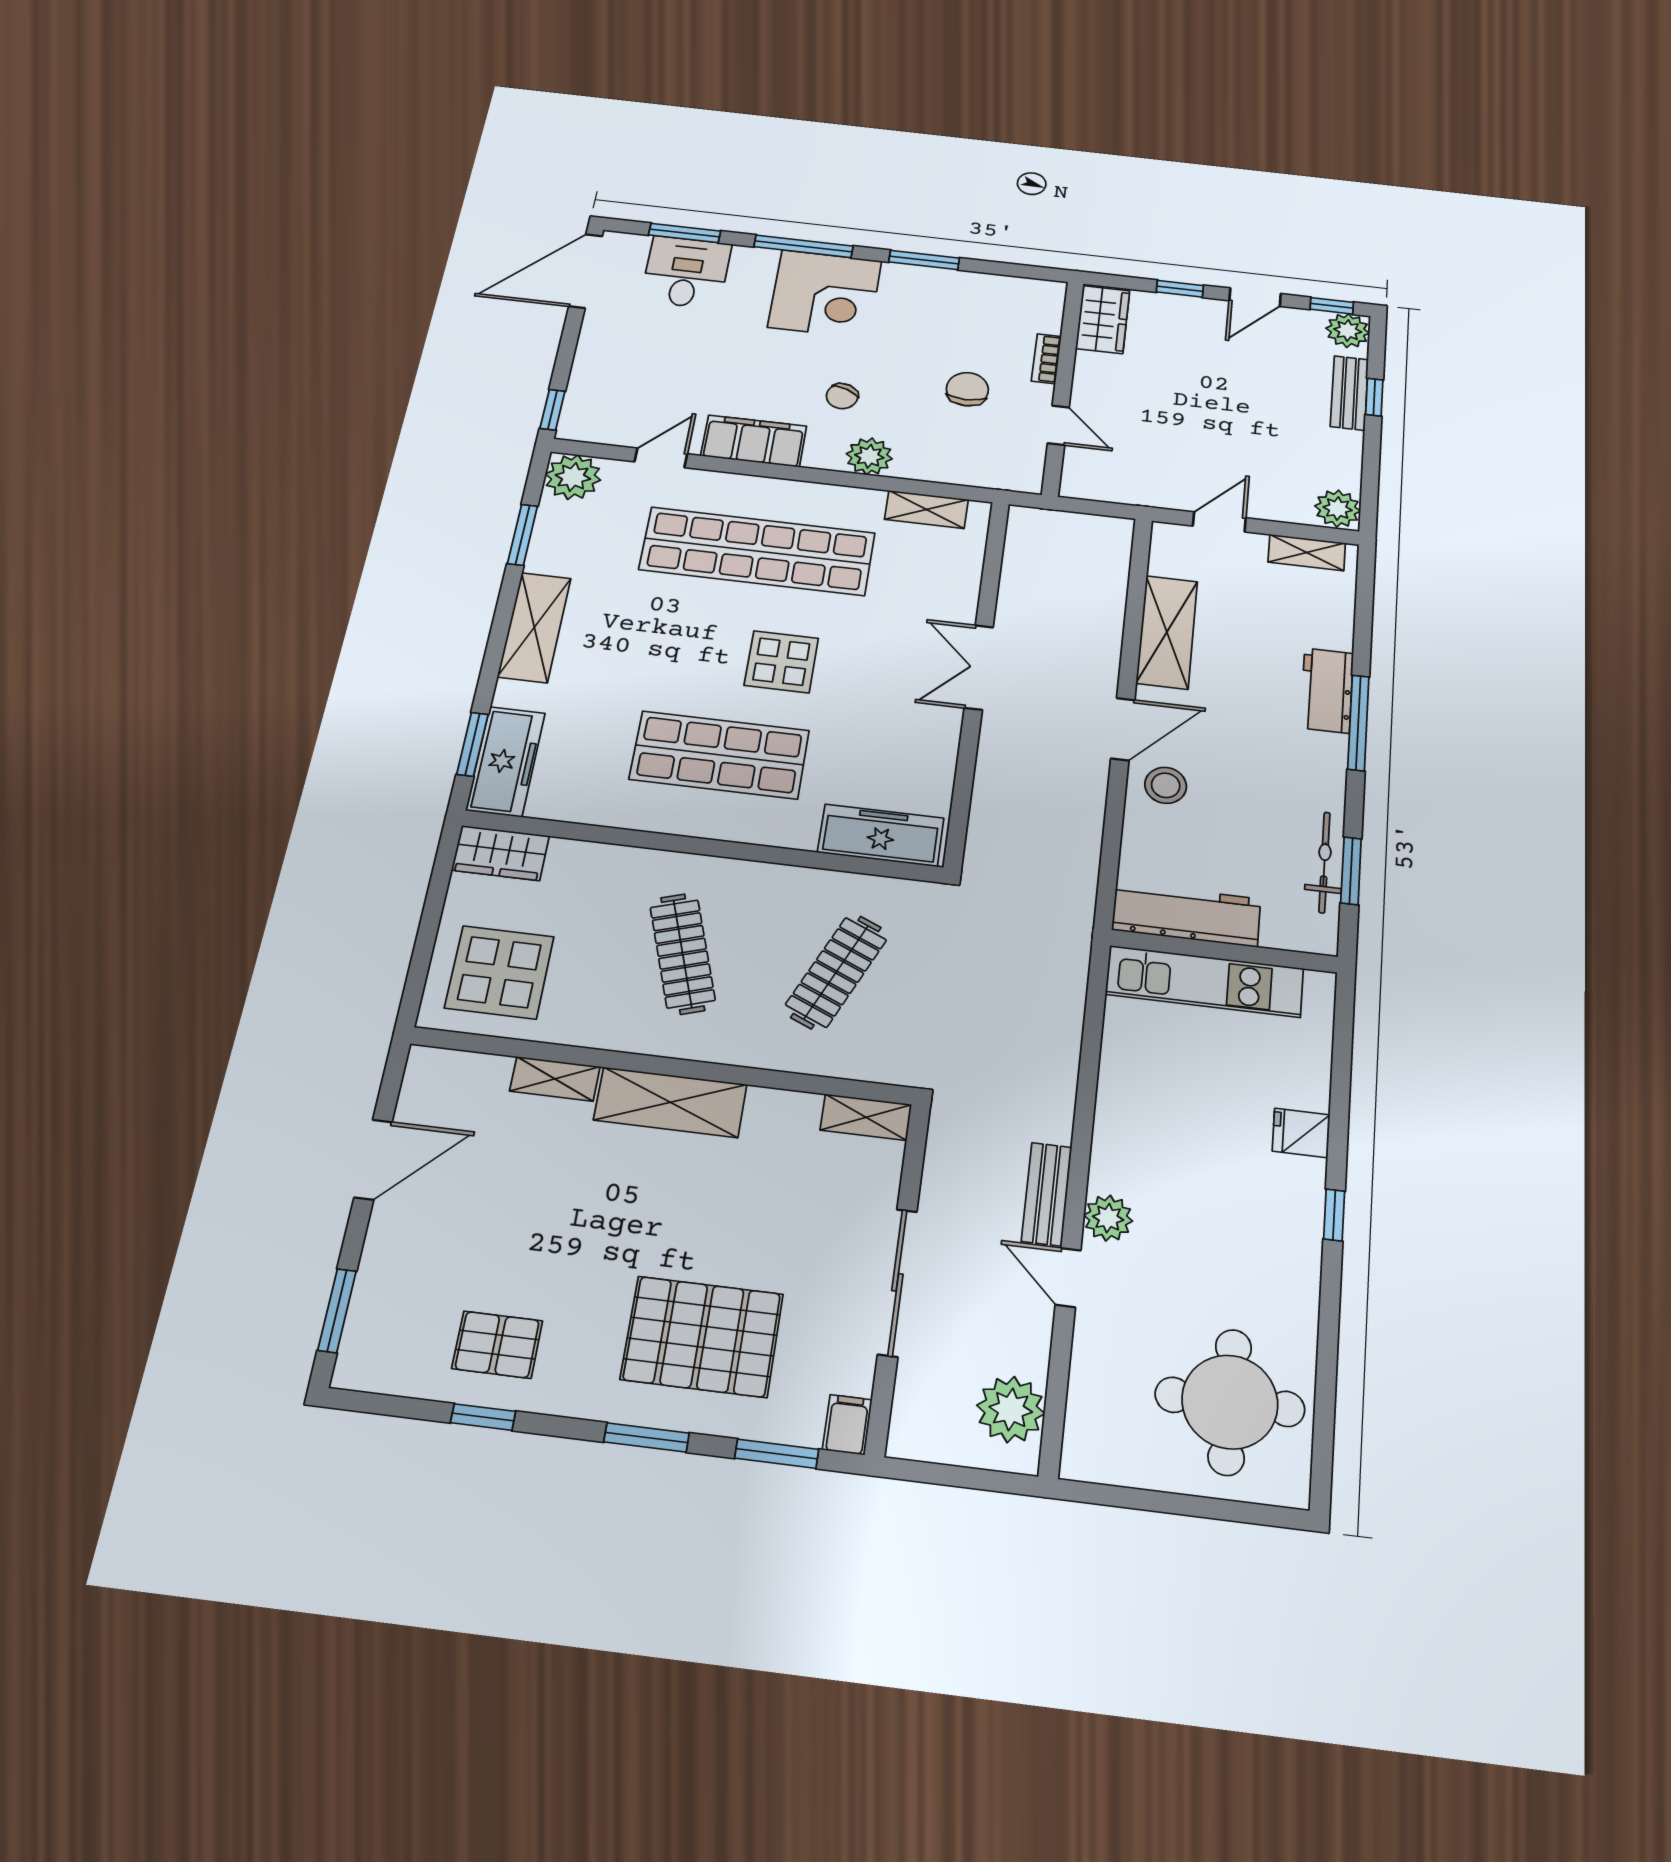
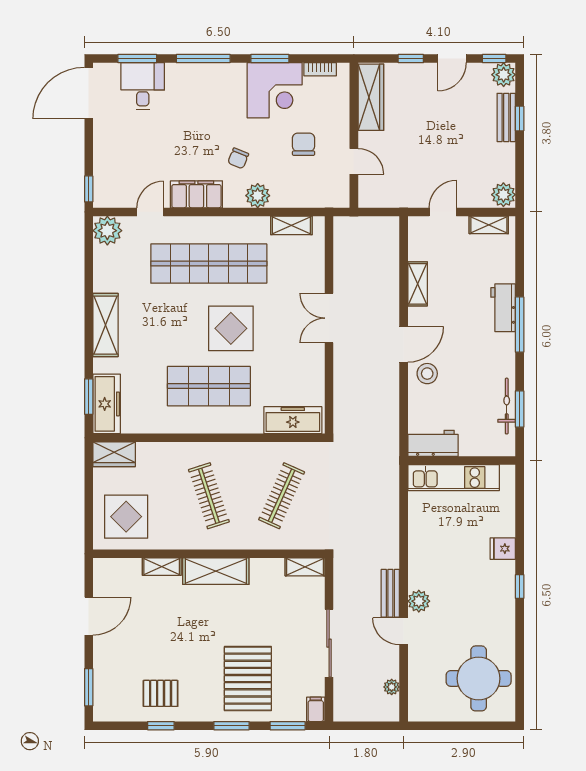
corner desk: (825, 294) -> (275, 90), moved
wardrobe: (1103, 319) -> (371, 97), width x1.50
bookcase: (1046, 359) -> (320, 69), moved, turned -90
window: (523, 535) -> (89, 270), removed
shelving: (1167, 632) -> (418, 284), width x0.67, depth x0.75
display table: (781, 662) -> (231, 328), width x1.36, depth x1.36
workbench: (1186, 914) -> (433, 443), width x0.73
pallet: (702, 1337) -> (248, 679), turned 90
plant: (1011, 1409) -> (392, 687), width x0.53, depth x0.53

